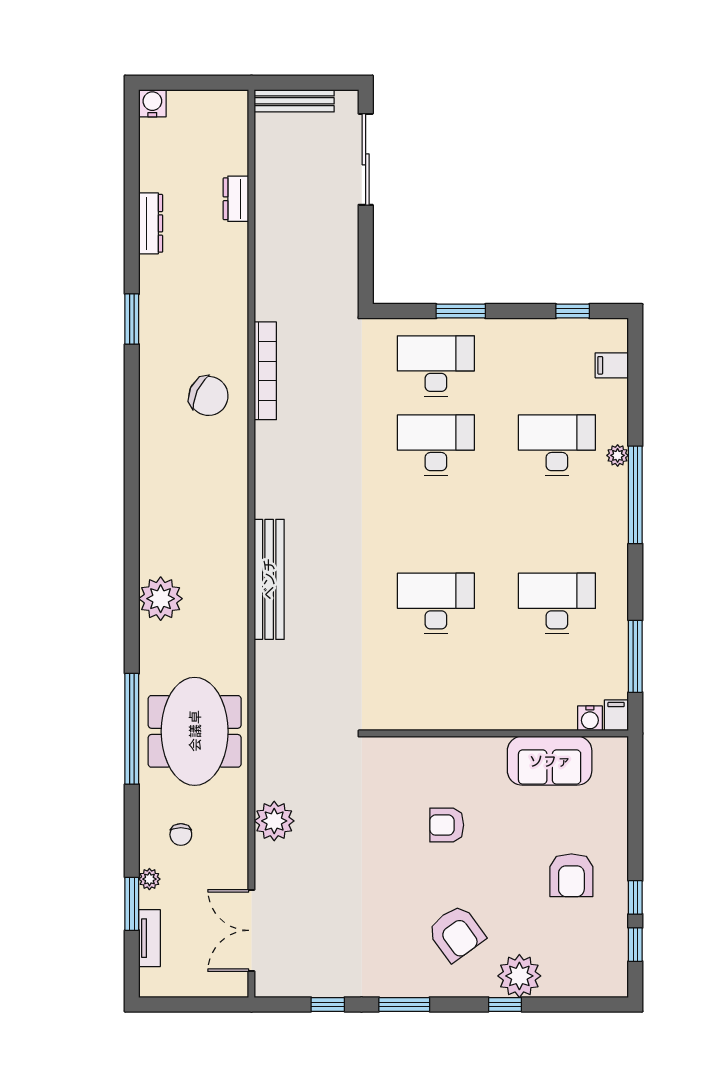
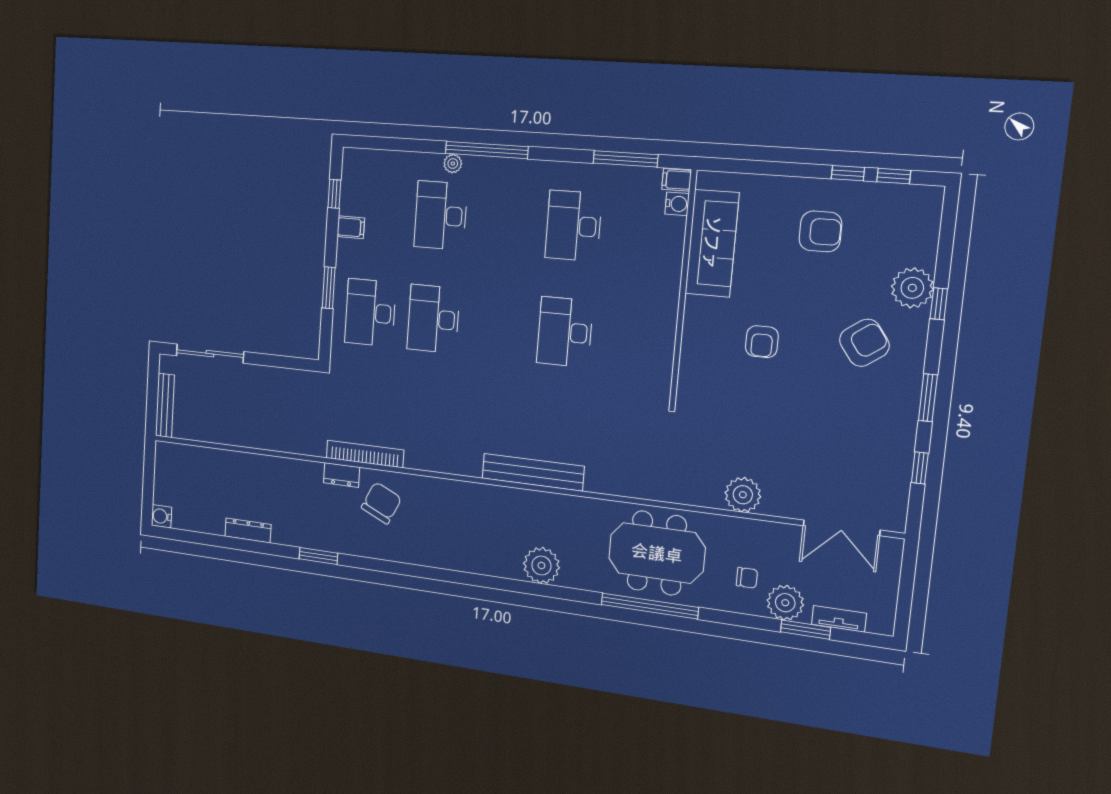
dresser: (236, 199) -> (342, 475), moved
filing cabinet: (612, 365) -> (351, 227), moved, turned -90
sofa: (550, 761) -> (712, 243), width x1.36
plant: (149, 879) -> (785, 603), width x1.88, depth x1.88

